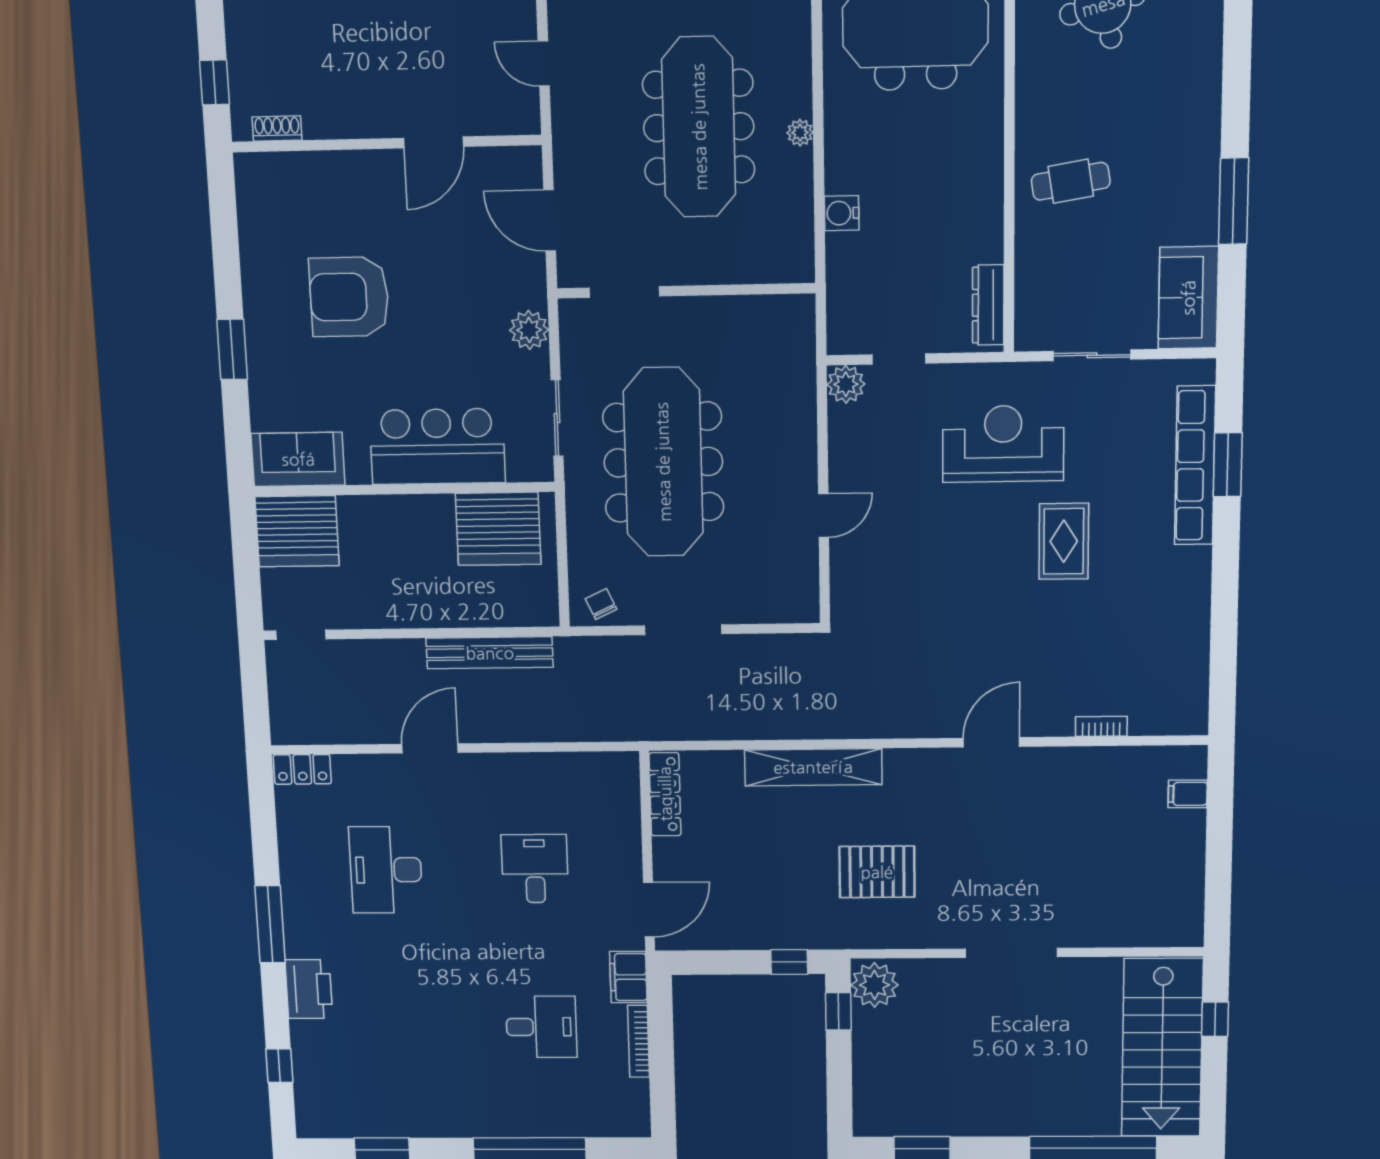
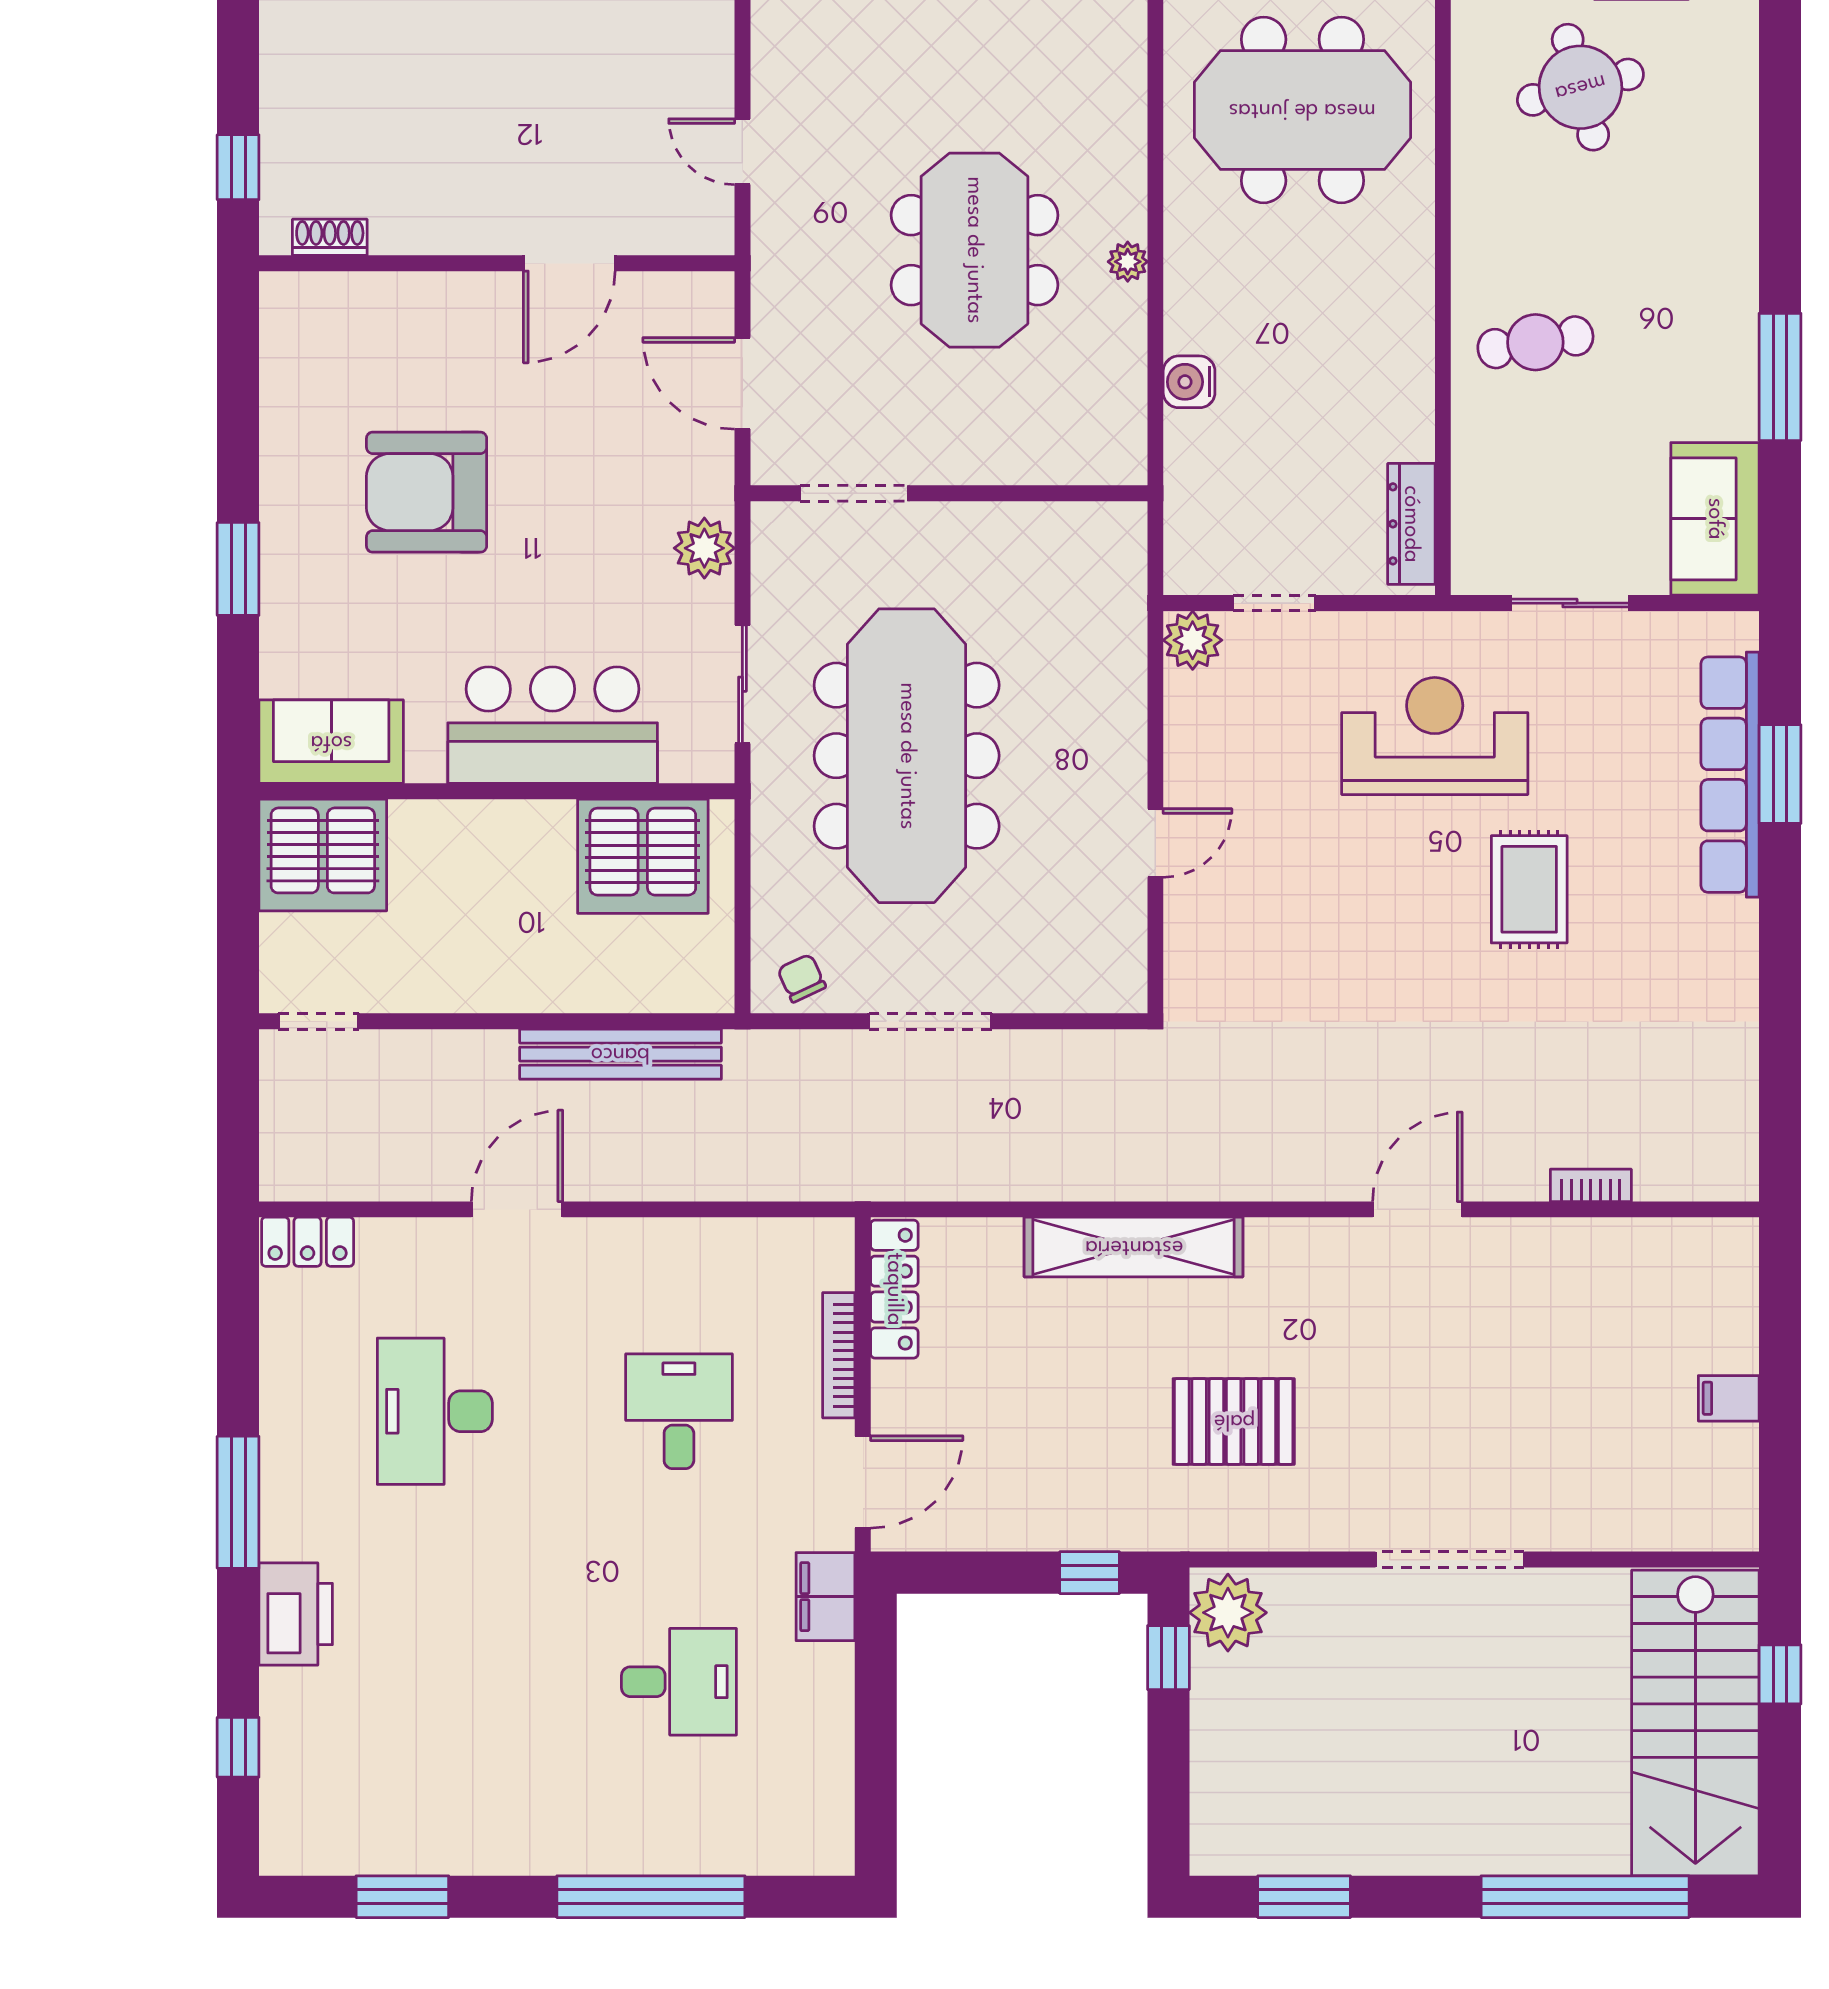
meeting table: (699, 127) -> (974, 250), width x0.73
filing cabinet: (1188, 794) -> (1729, 1398), moved
bookcase: (638, 1041) -> (839, 1355), moved

